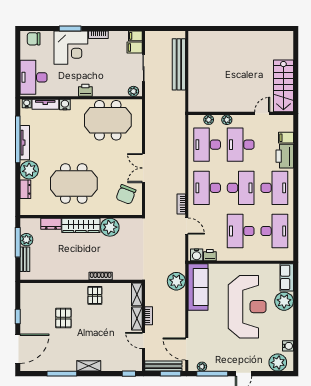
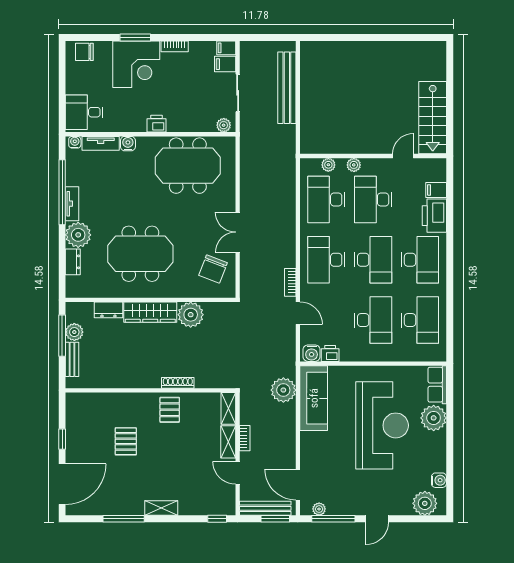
desk: (34, 77) -> (84, 112), width x0.73
tv unit: (25, 143) -> (72, 204), width x0.71
desk: (241, 231) -> (373, 320), turned 180

